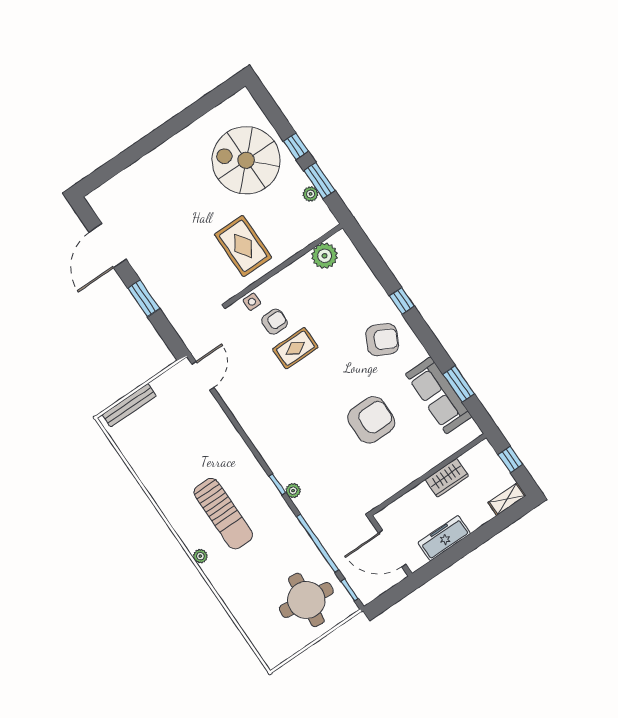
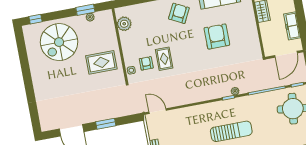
window: (296, 146) -> (36, 19), moved

